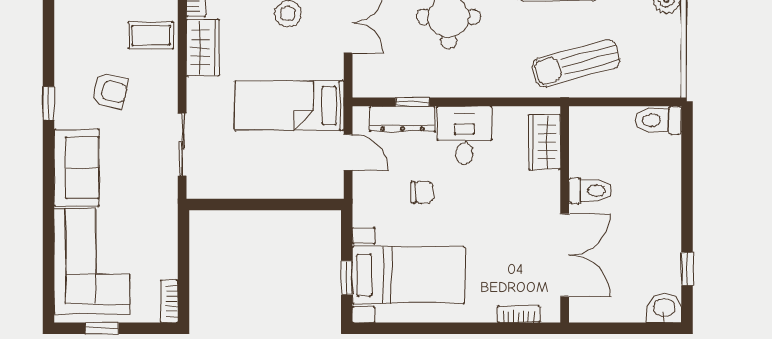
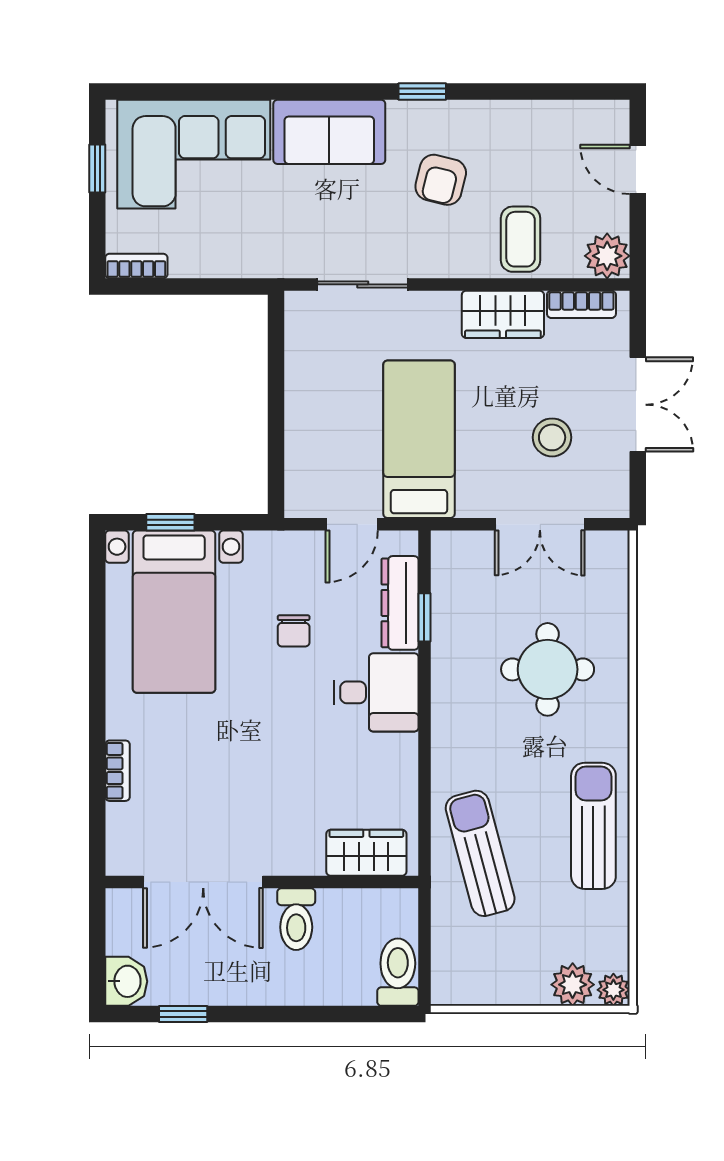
wardrobe: (544, 142) -> (366, 853), moved
toilet: (590, 191) -> (296, 919), moved
wall: (565, 214) -> (262, 882), moved
double door: (565, 255) -> (203, 882), moved

